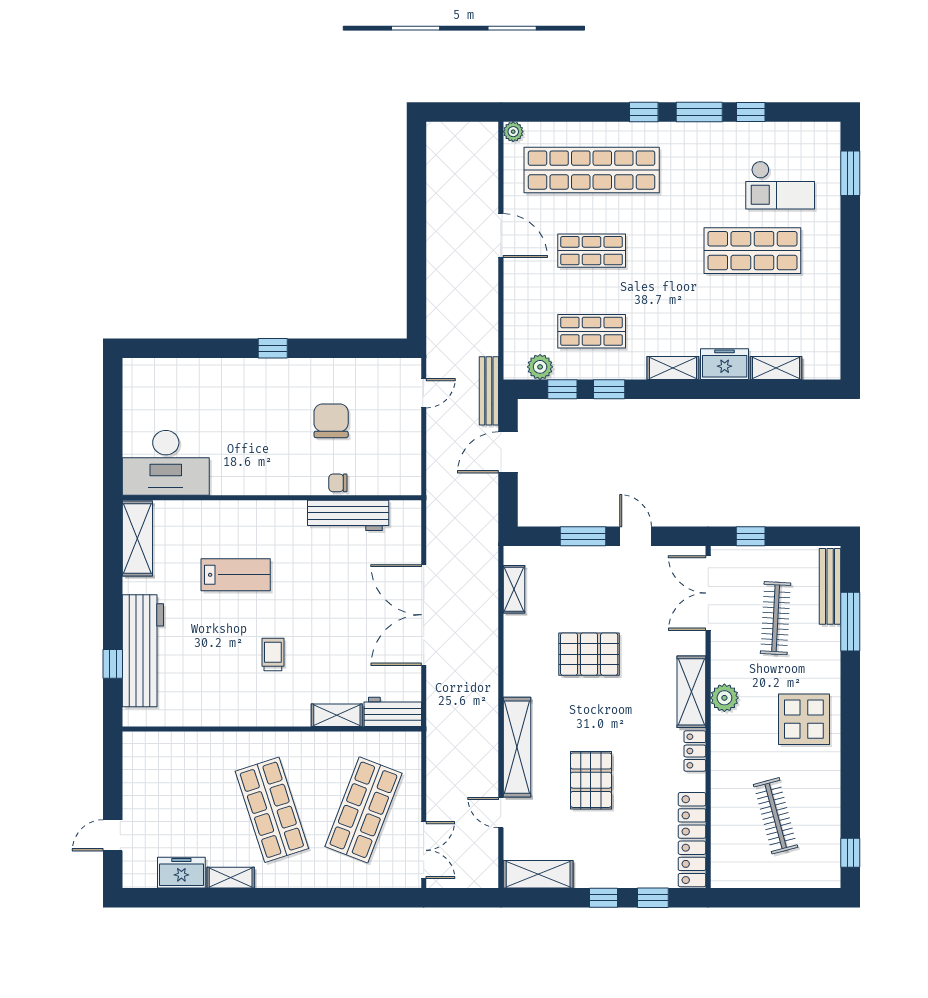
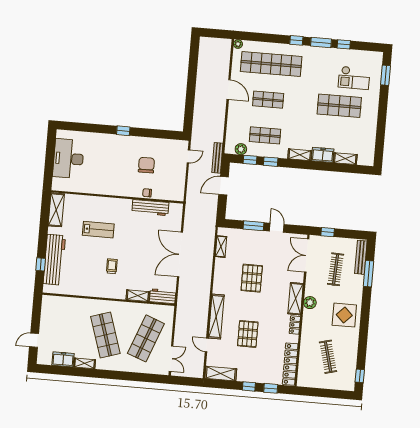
desk: (166, 463) -> (68, 159), moved, turned 90
pallet: (589, 654) -> (252, 278), turned 90

